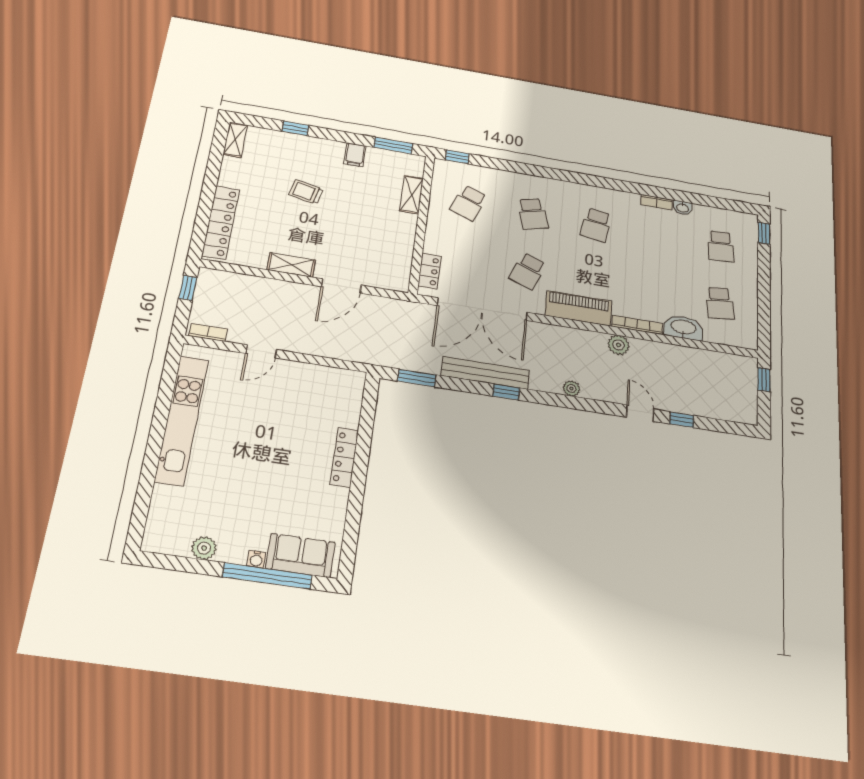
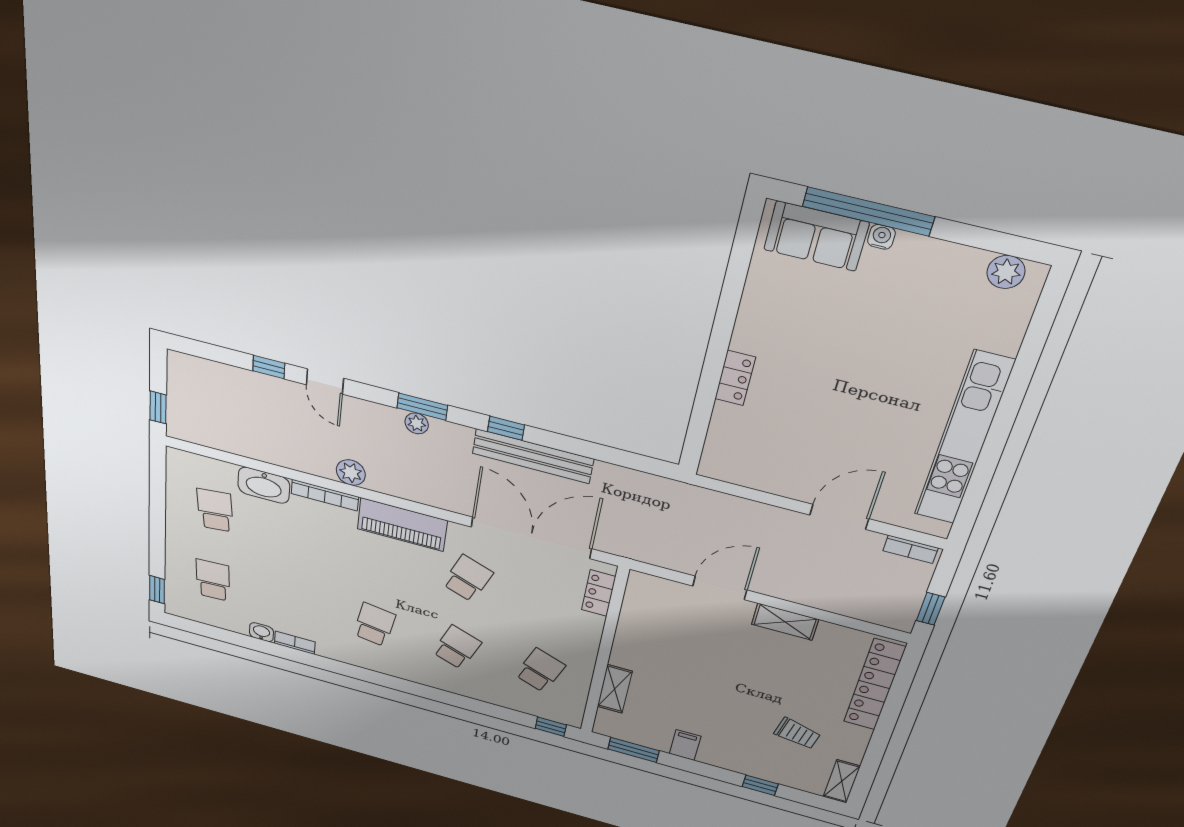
trolley: (306, 192) -> (797, 733), moved
school desk: (533, 214) -> (457, 647), turned 36
door: (261, 351) -> (839, 517), width x1.38
window: (417, 378) -> (422, 407), moved
locker: (344, 457) -> (735, 378), width x0.66
plant: (204, 548) -> (1006, 272), moved

